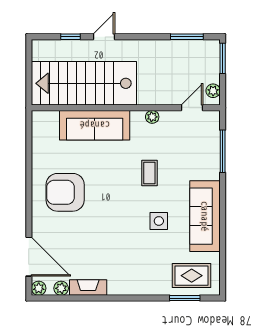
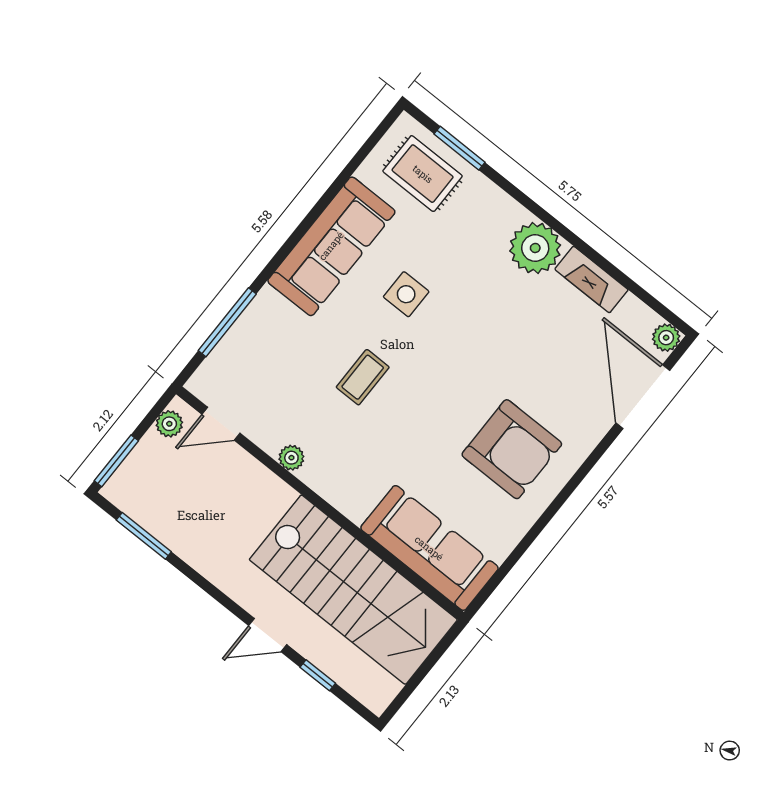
sofa: (95, 125) -> (429, 548), moved
plant: (61, 288) -> (535, 248), moved, width x1.88, depth x1.88

